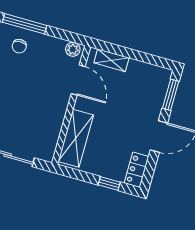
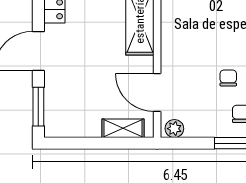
chair: (22, 76) -> (228, 78), added

